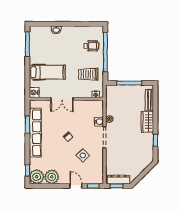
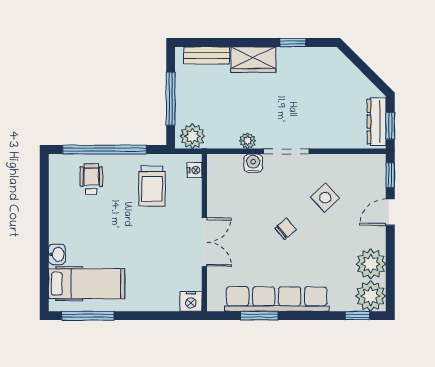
hospital bed: (47, 72) -> (86, 284), moved, turned 90
plant: (112, 93) -> (192, 136), added

